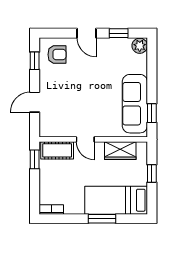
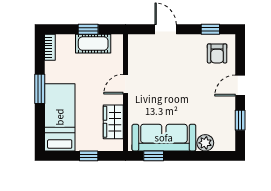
plant: (140, 46) -> (205, 143), moved
cot: (57, 150) -> (93, 44), moved, turned 90
window: (35, 159) -> (88, 29), moved
window: (102, 219) -> (40, 89), moved

